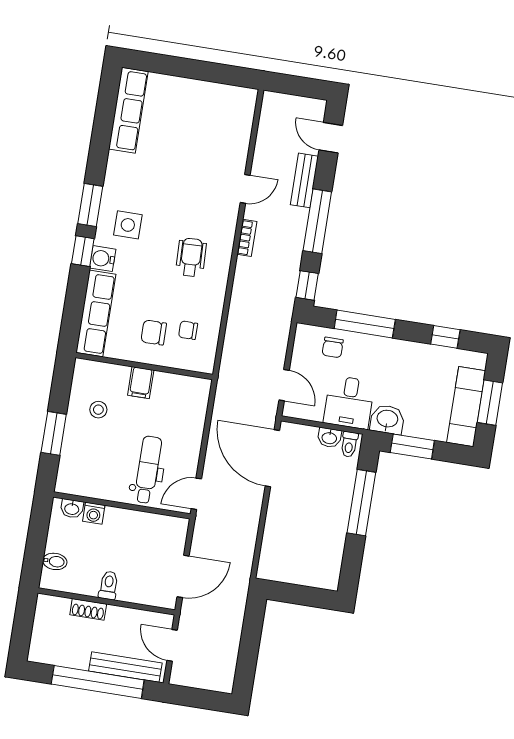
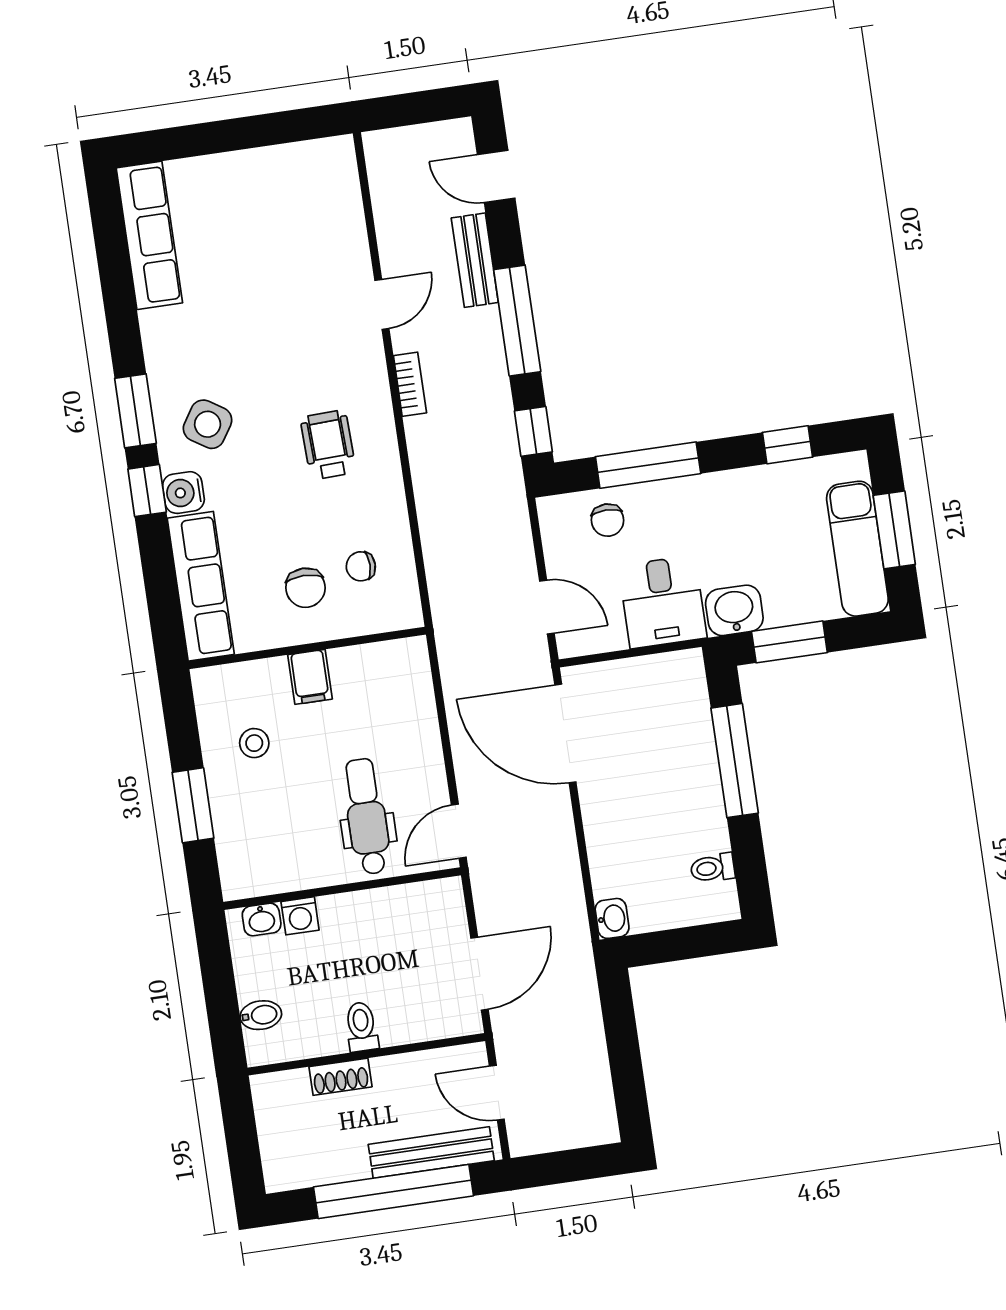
side table: (128, 225) -> (208, 424), turned 33
chair: (154, 332) -> (305, 588), turned -90
washbasin: (329, 438) -> (612, 918), moved, turned -90
toilet: (349, 444) -> (712, 868), moved, turned 90

